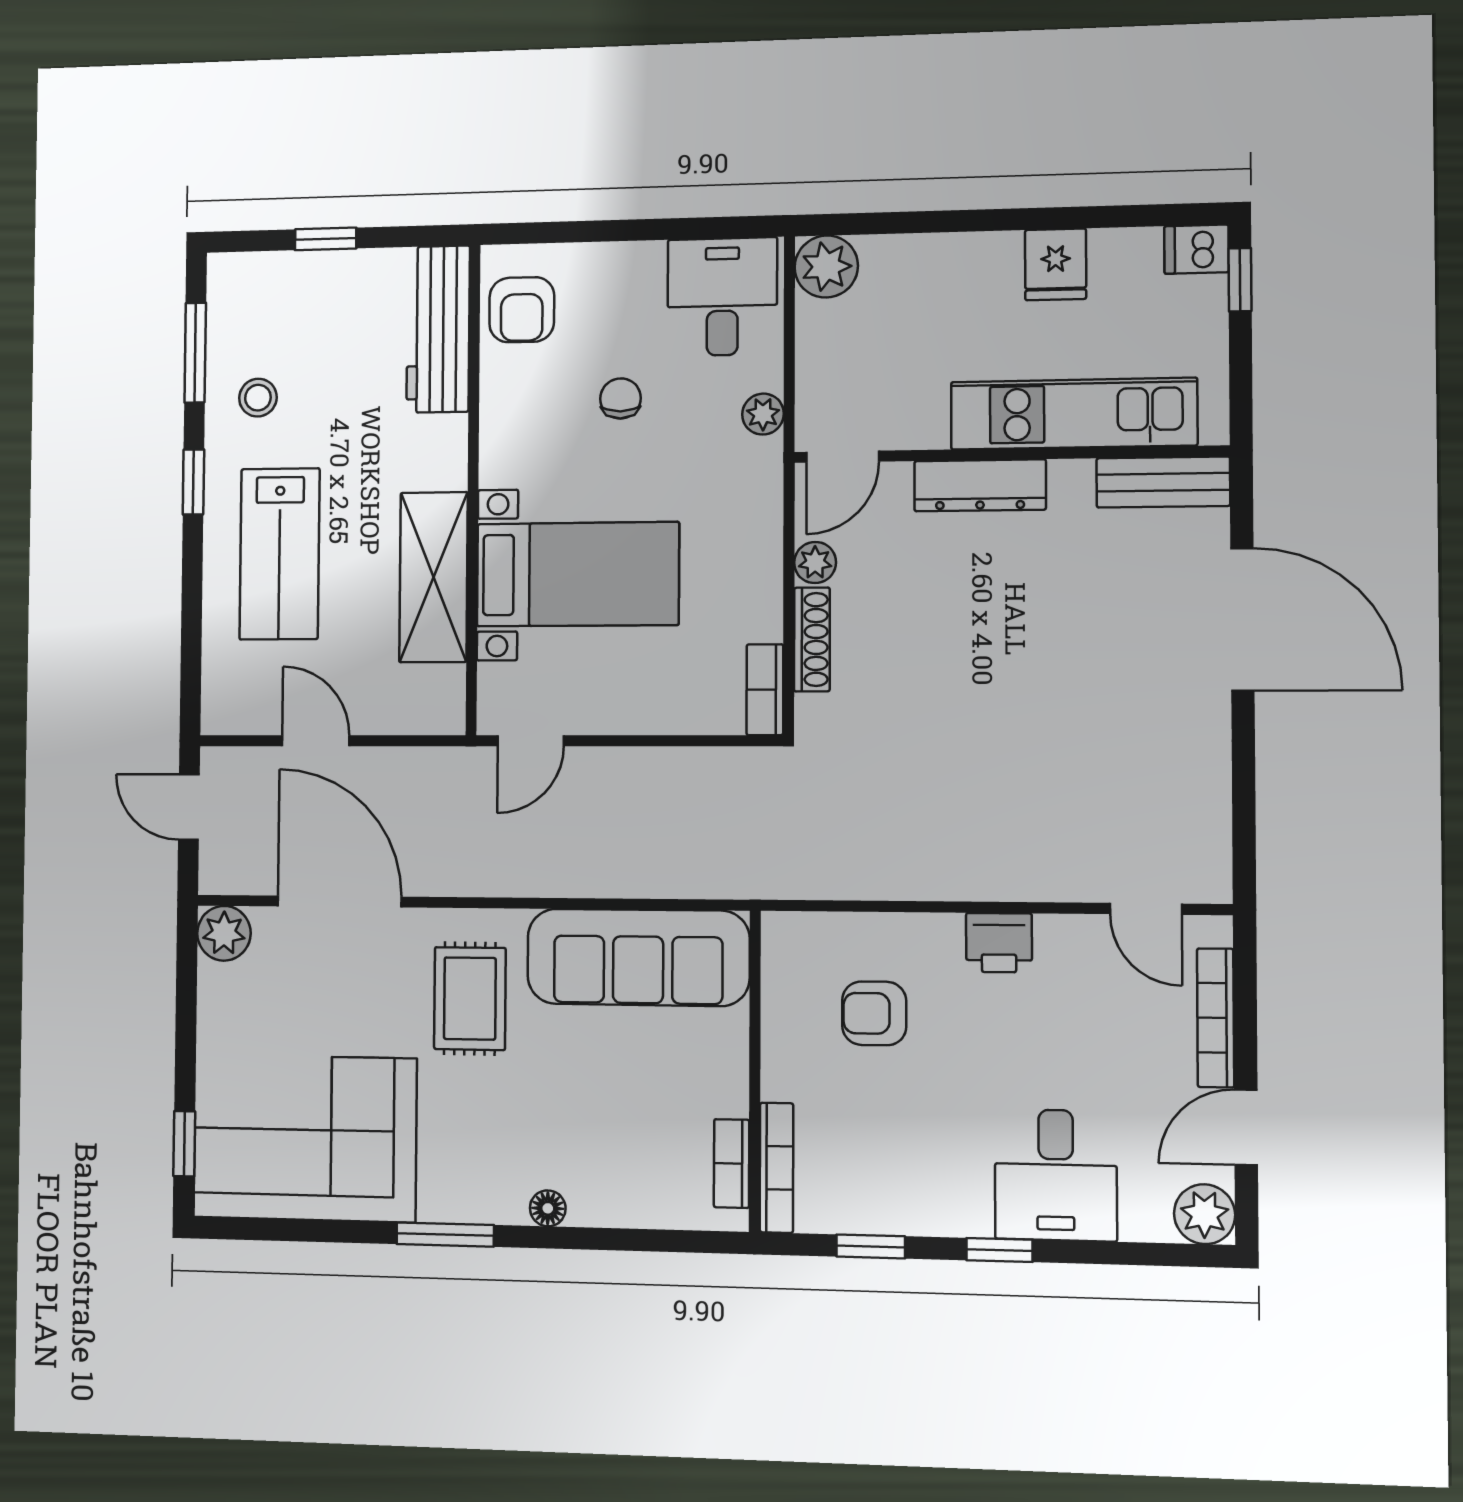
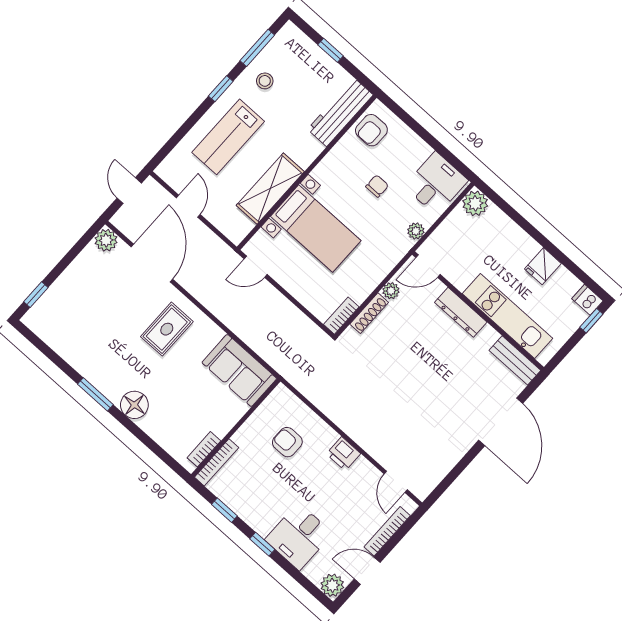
sofa: (638, 957) -> (239, 370), width x0.73
corner sofa: (305, 1138) -> (76, 326), removed
floor lamp: (548, 1208) -> (134, 405), width x1.89, depth x1.89

